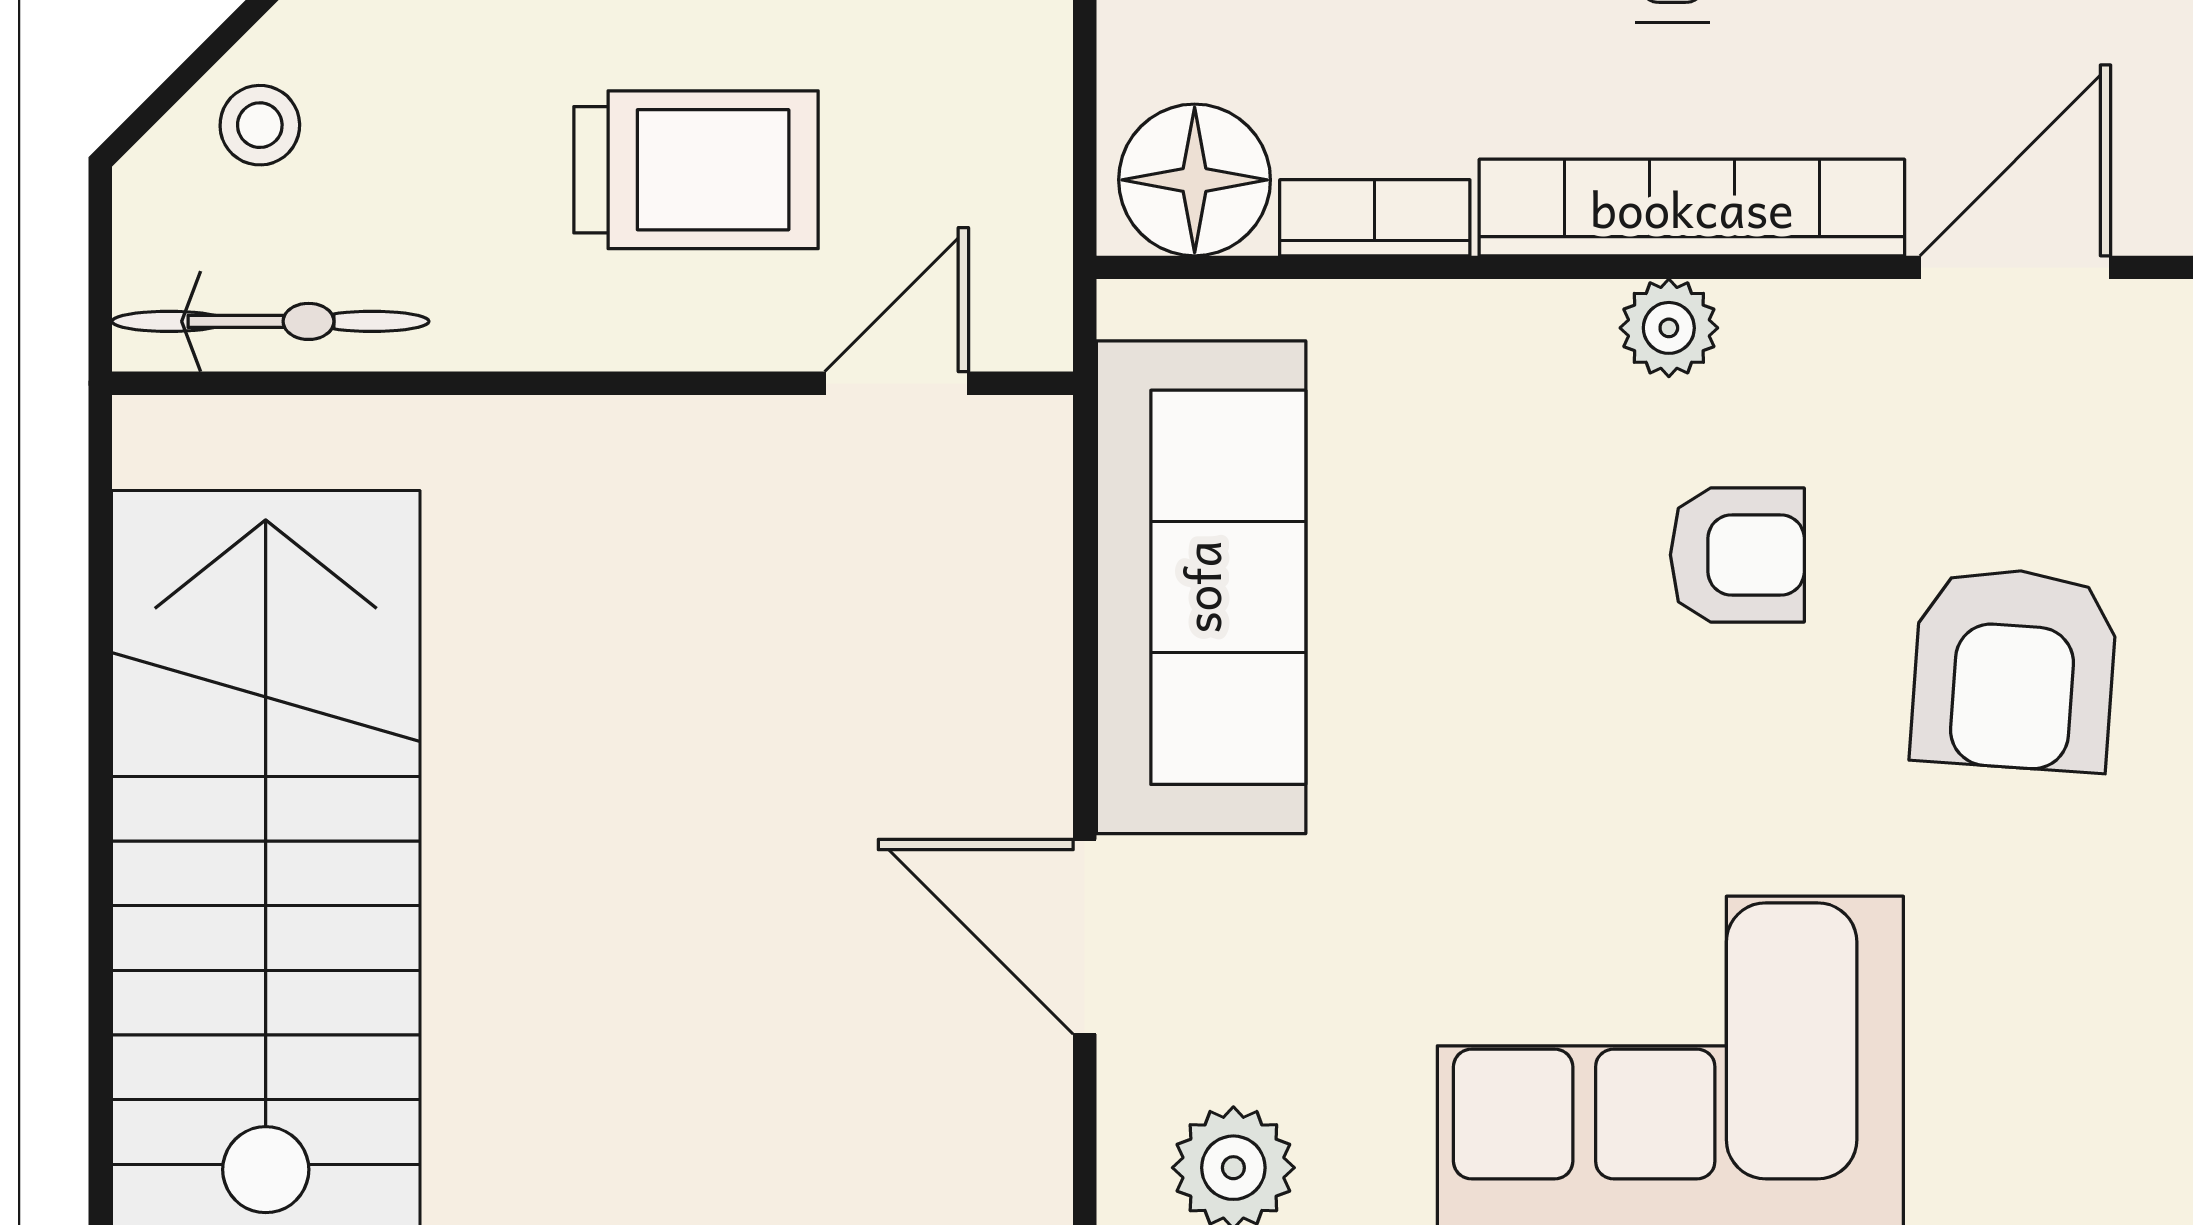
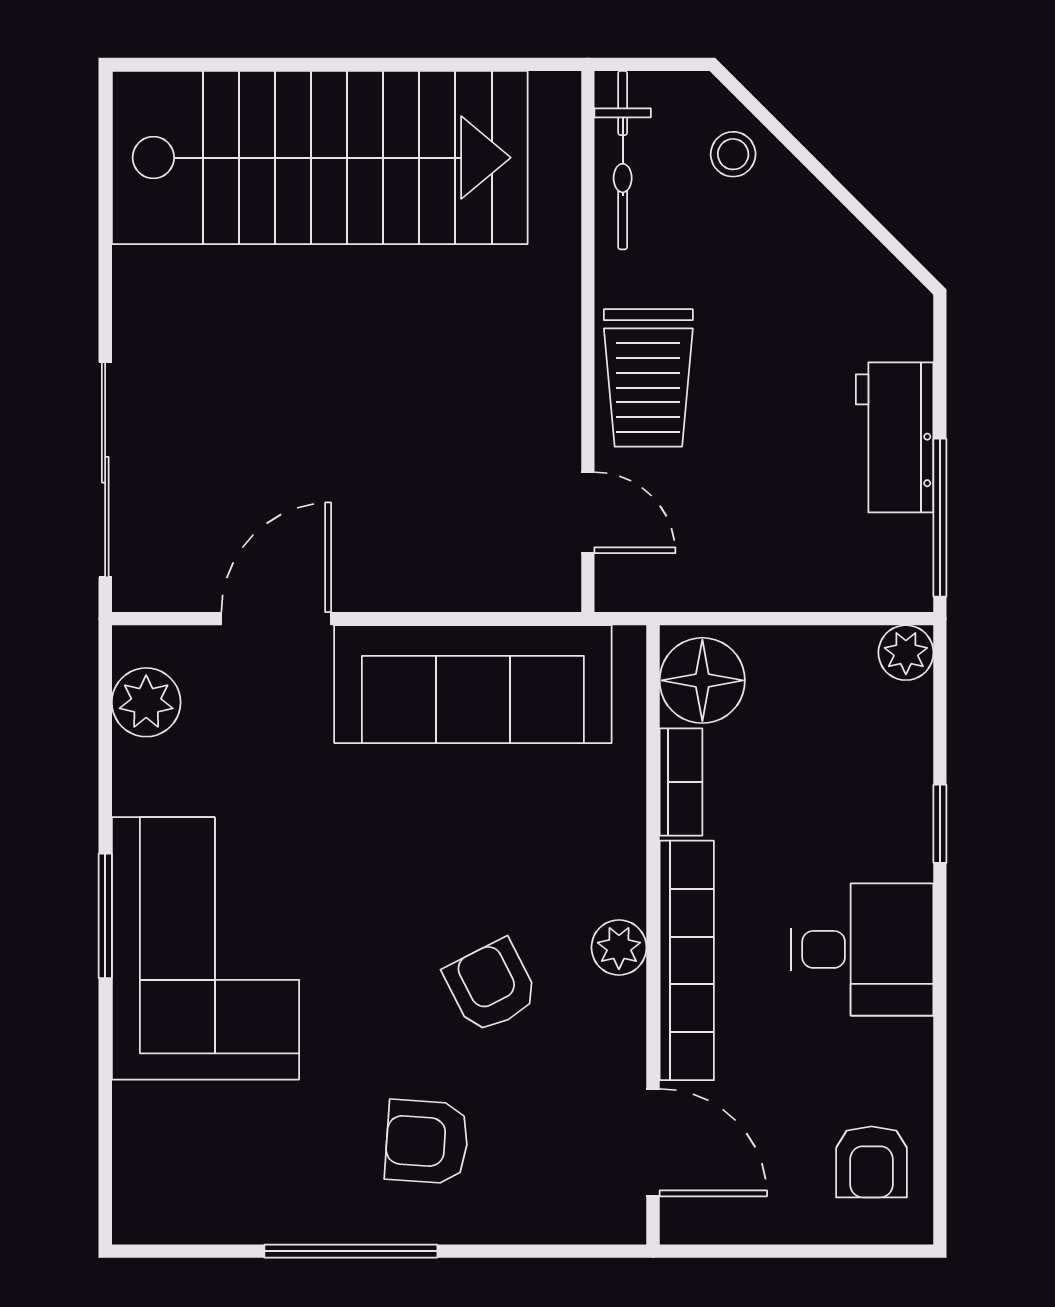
trolley: (696, 170) -> (648, 378), moved
armchair: (1737, 555) -> (491, 986), turned 153
armchair: (2014, 669) -> (427, 1142), width x0.72, depth x0.72

